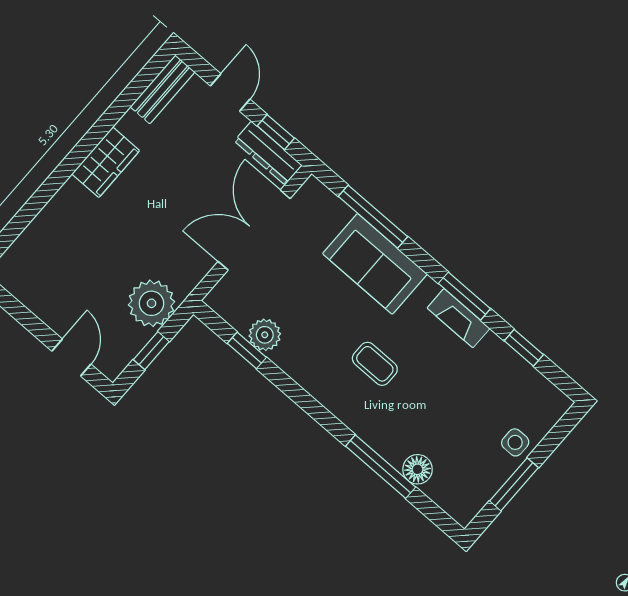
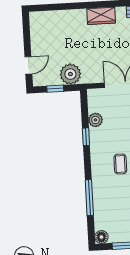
window: (247, 350) -> (86, 137), moved
floor lamp: (418, 469) -> (101, 237), moved

